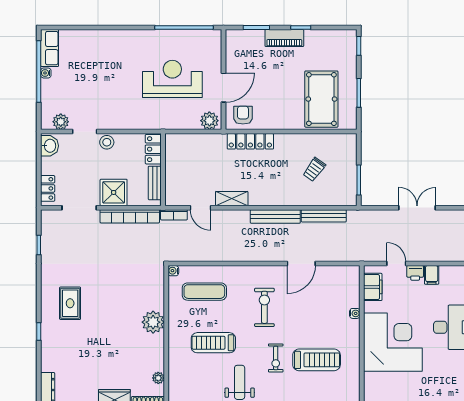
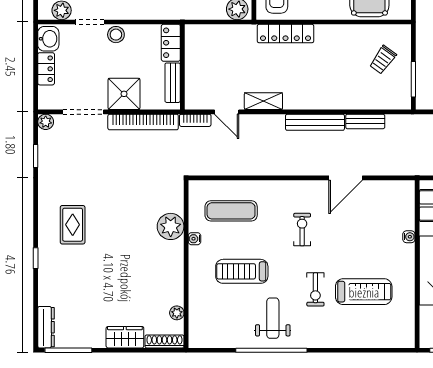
trolley: (314, 169) -> (383, 60), moved
locker: (48, 188) -> (46, 69), moved
plant: (47, 216) -> (46, 122), added
bench: (324, 216) -> (365, 121), width x0.73
water cooler: (173, 271) -> (194, 239), moved
exercise bike: (264, 307) -> (302, 230), width x0.73, depth x0.72
plant: (153, 322) -> (171, 226), moved

